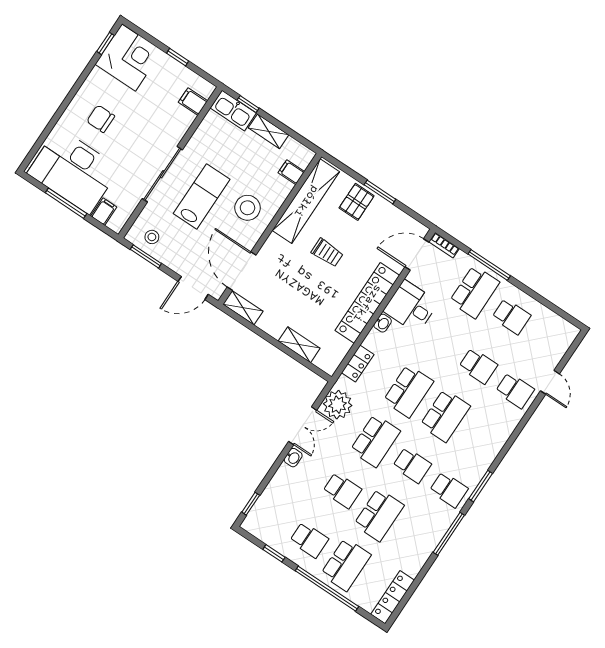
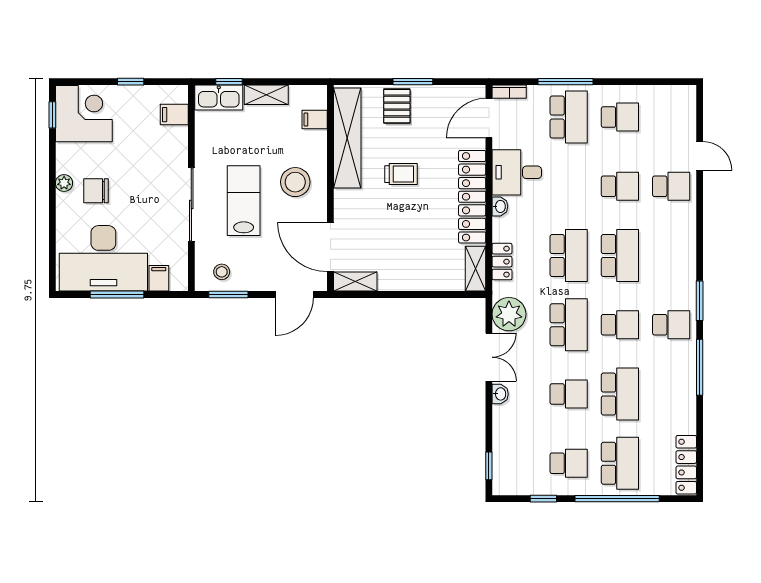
plant: (81, 98) -> (64, 183), added
shelving: (299, 345) -> (475, 269), moved, turned 90

